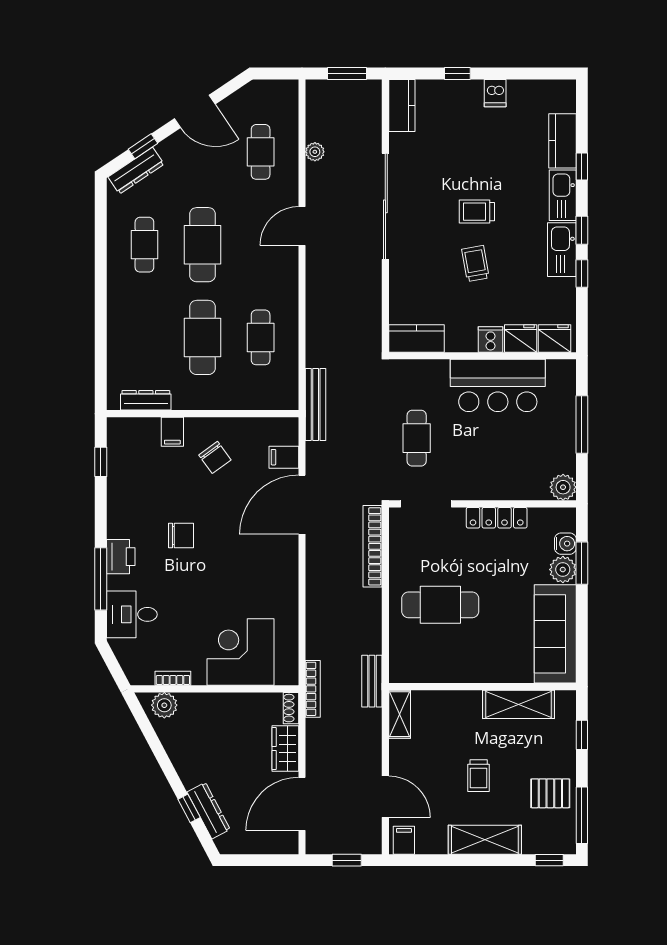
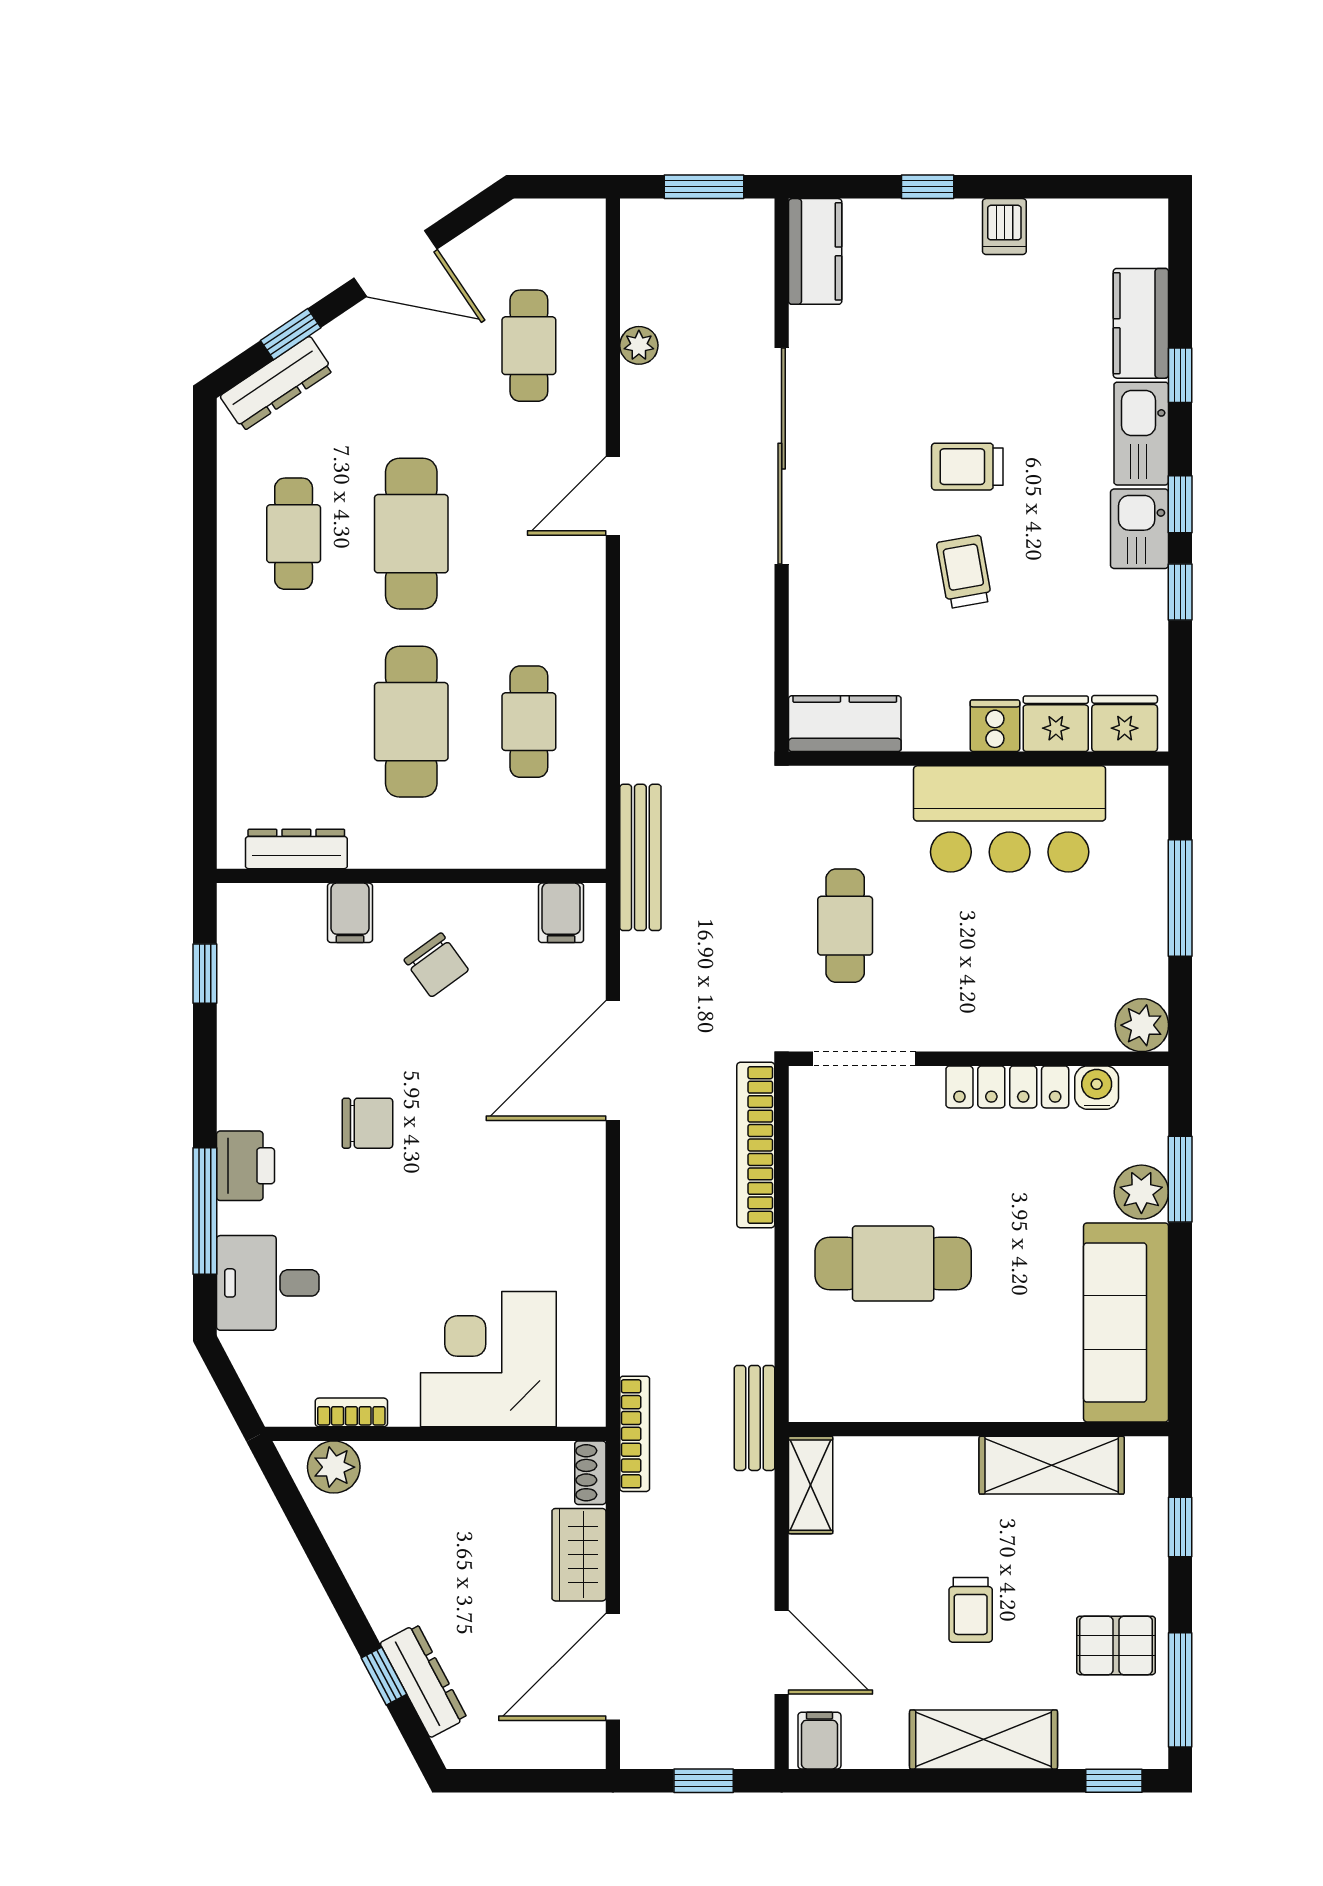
kitchen sink: (562, 250) -> (1140, 529), width x0.73
filing cabinet: (284, 457) -> (561, 913), moved, turned -90
water cooler: (565, 544) -> (1097, 1088), moved, turned -90

